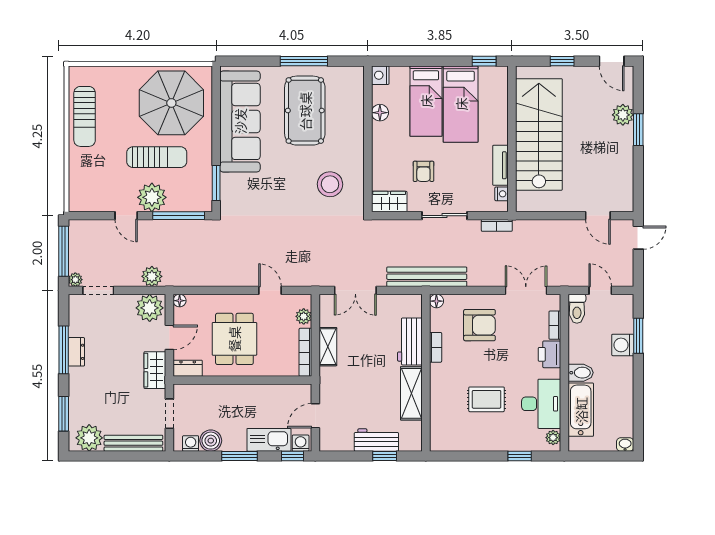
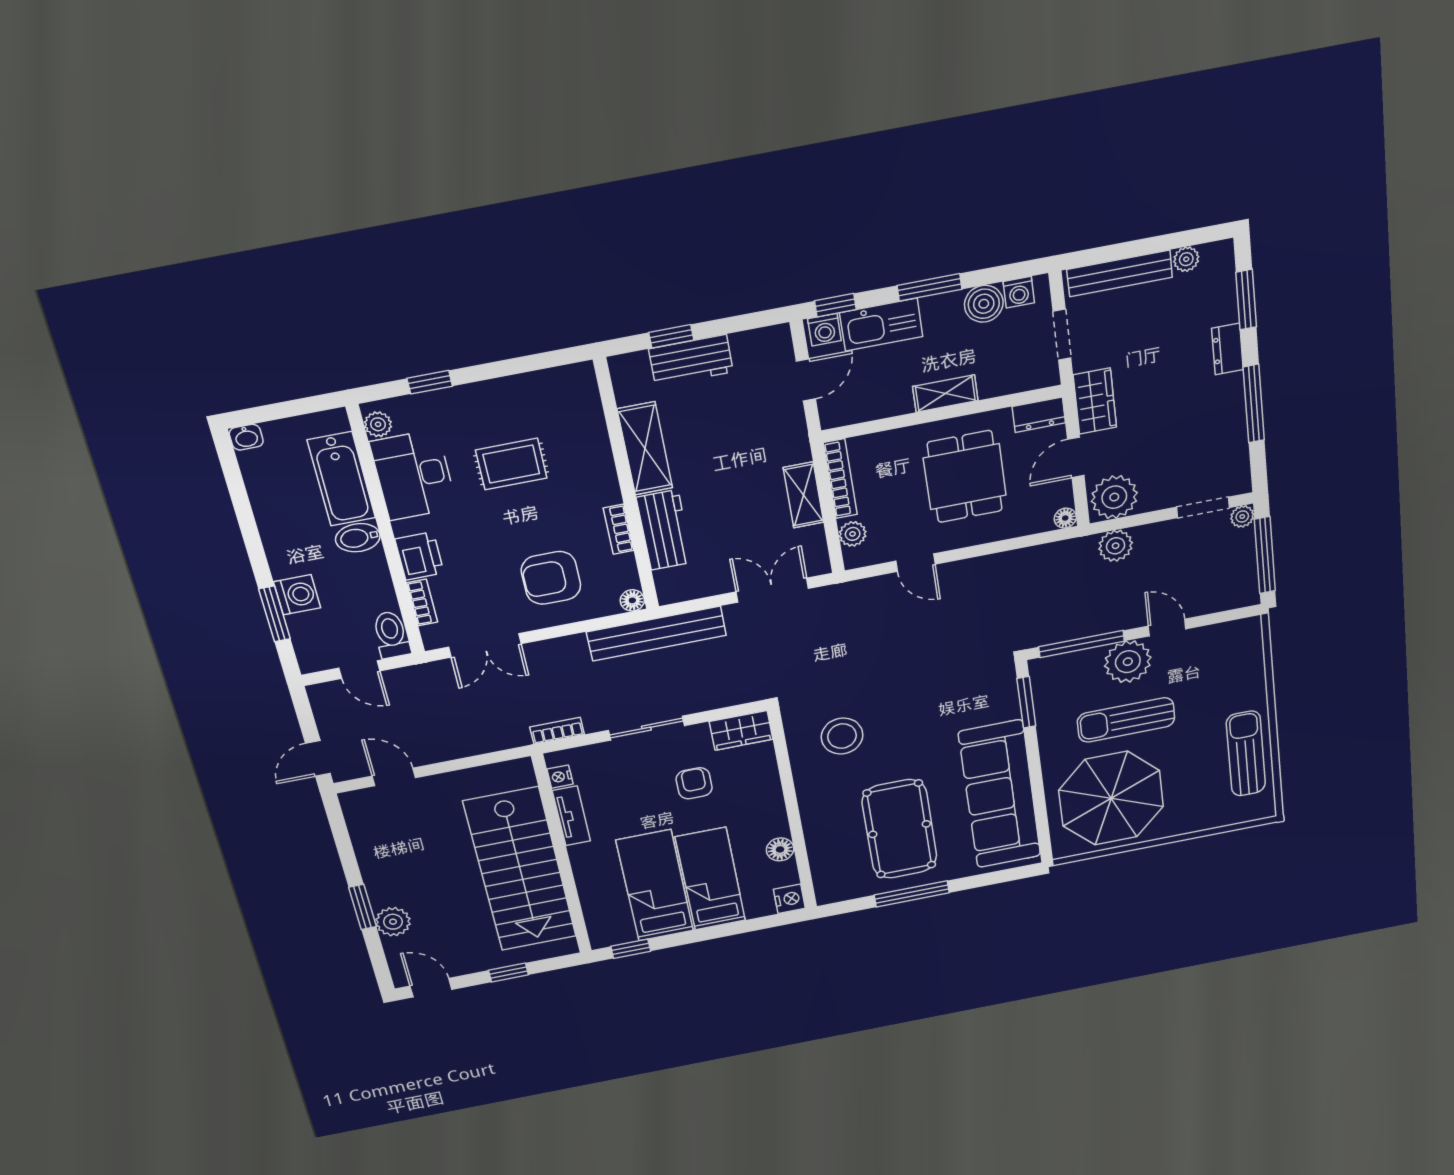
dresser: (76, 352) -> (1227, 349), moved
shelving: (239, 392) -> (945, 393), added
plant: (89, 438) -> (1186, 259), width x0.53, depth x0.53

